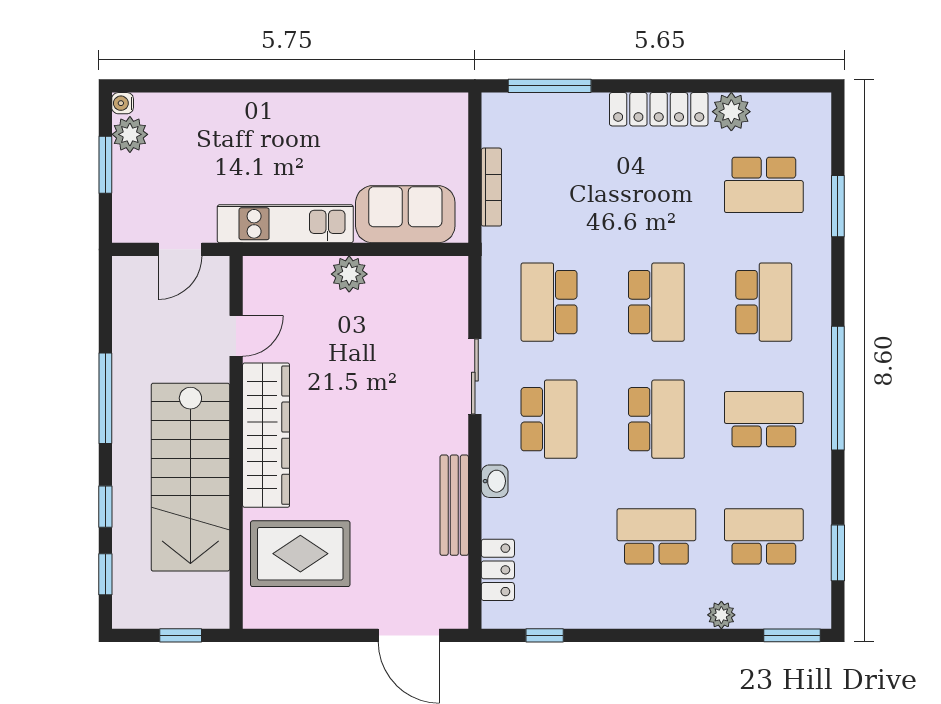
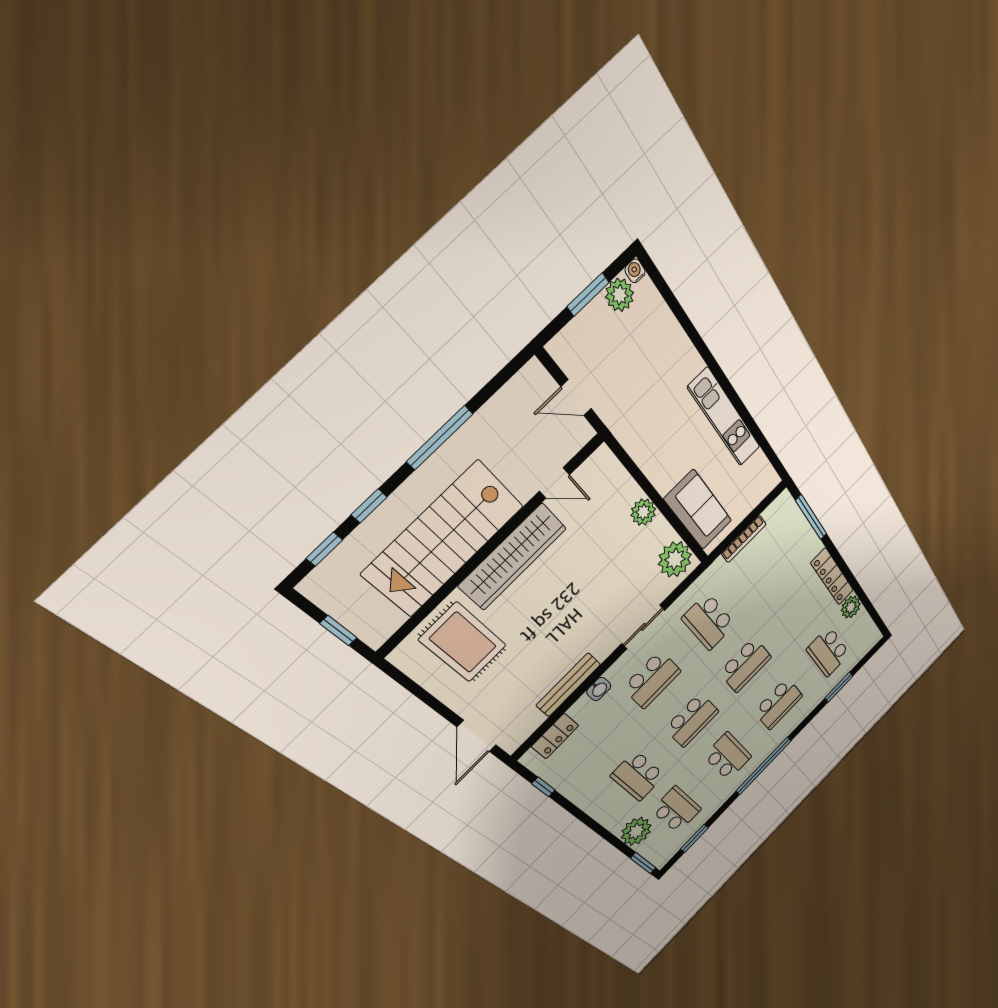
kitchen unit: (285, 224) -> (725, 418), moved, turned 180
plant: (434, 282) -> (675, 559), added
school desk: (549, 302) -> (709, 622), turned -90
school desk: (656, 536) -> (638, 776), turned 180
plant: (721, 615) -> (636, 831), width x1.88, depth x1.88

